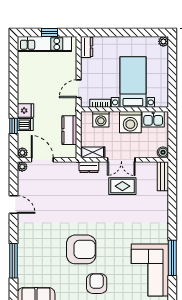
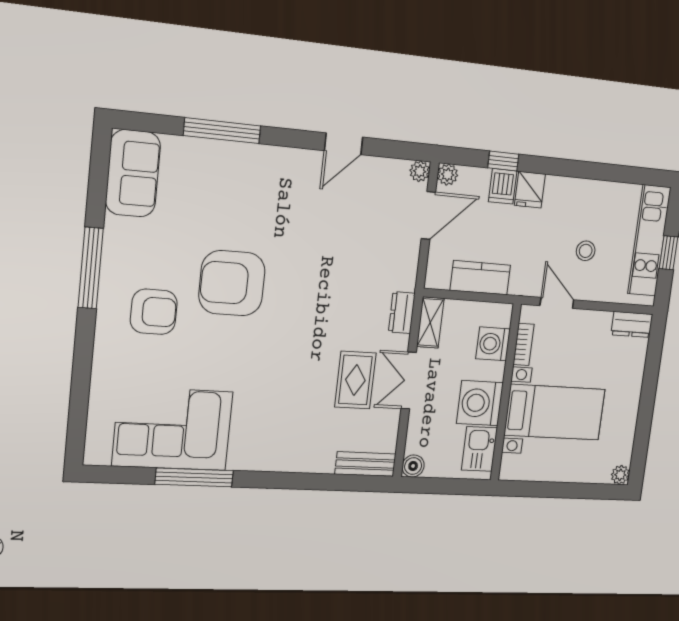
stool: (52, 77) -> (586, 251), added
armchair: (81, 249) -> (232, 283), turned 90

